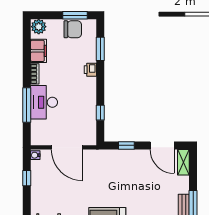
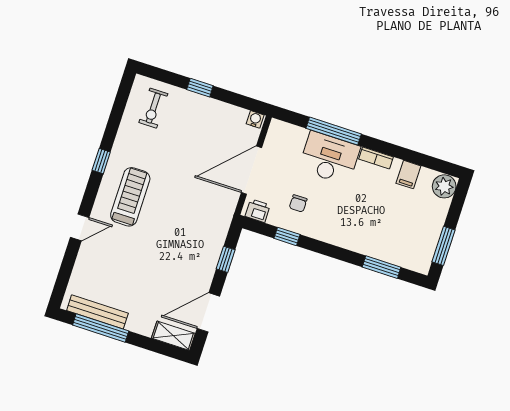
chair: (73, 29) -> (298, 203), moved, width x0.54, depth x0.54
filing cabinet: (39, 51) -> (408, 175), width x0.50
printer: (90, 70) -> (258, 211), moved
window: (27, 178) -> (200, 88), moved

